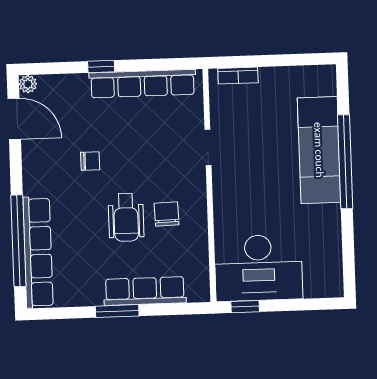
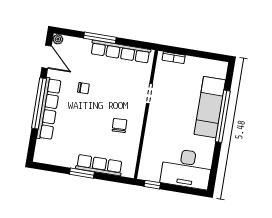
window: (101, 67) -> (100, 38), width x2.17
wheelchair: (126, 217) -> (97, 123), removed
window: (18, 241) -> (39, 103), moved
row of seats: (38, 252) -> (49, 109), moved
desk: (258, 268) -> (186, 169), moved

